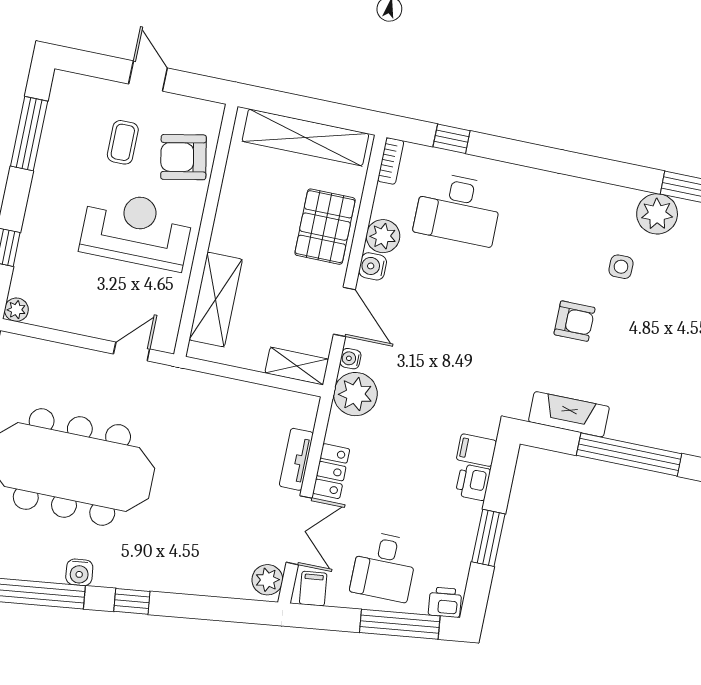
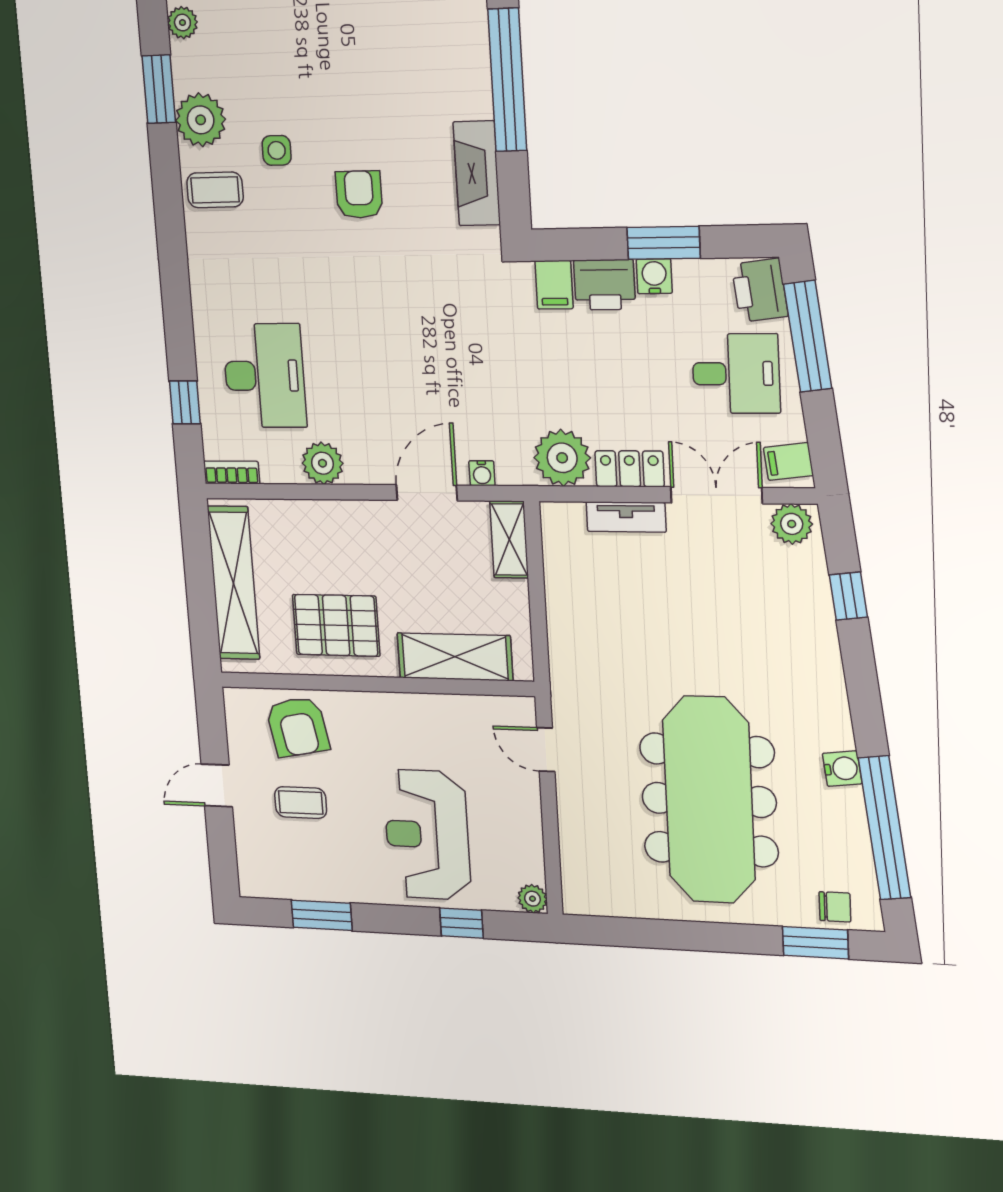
window: (29, 134) -> (322, 915), width x0.69
coffee table: (604, 210) -> (215, 190), added
pallet: (325, 227) -> (336, 625), moved
reception desk: (136, 230) -> (427, 835), moved
water cooler: (373, 266) -> (654, 276), moved, turned 180
plant: (355, 394) -> (562, 458), moved
printer: (473, 482) -> (605, 285), width x1.36, depth x1.24
window: (132, 601) -> (848, 596), moved
printer: (445, 602) -> (760, 290), width x1.36, depth x1.24

